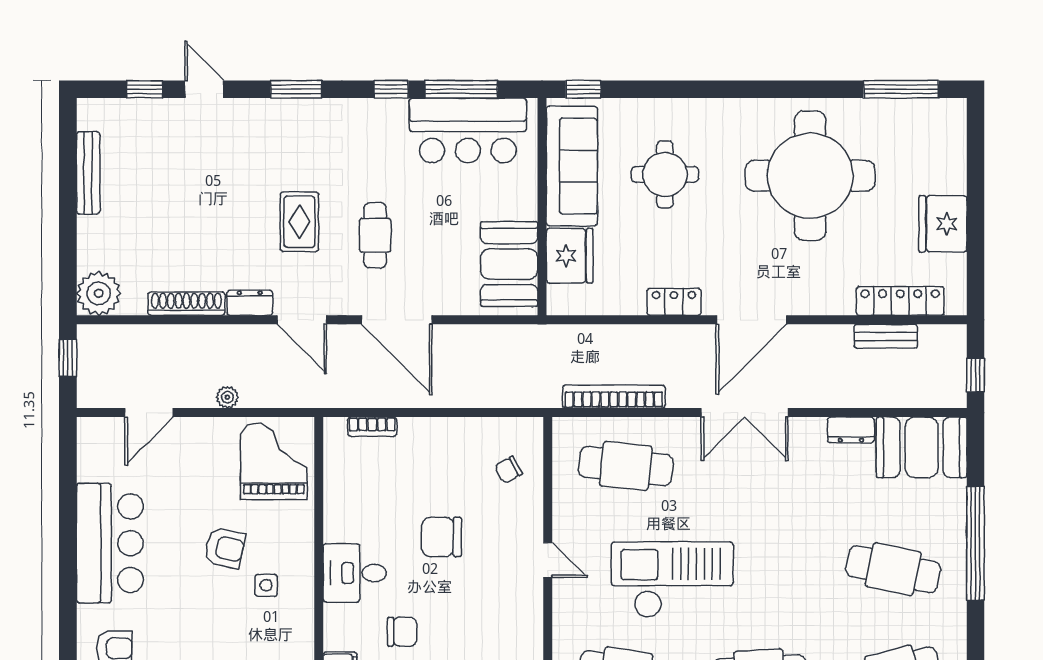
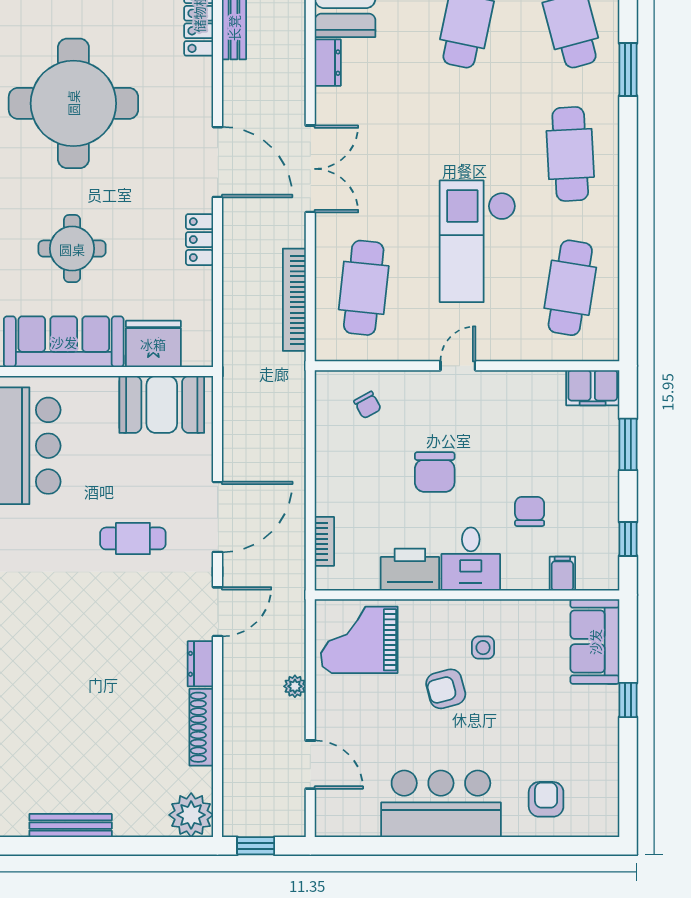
rug: (299, 222) -> (119, 614), removed
printer: (344, 512) -> (410, 570), added
armchair: (225, 548) -> (446, 689), turned -117

